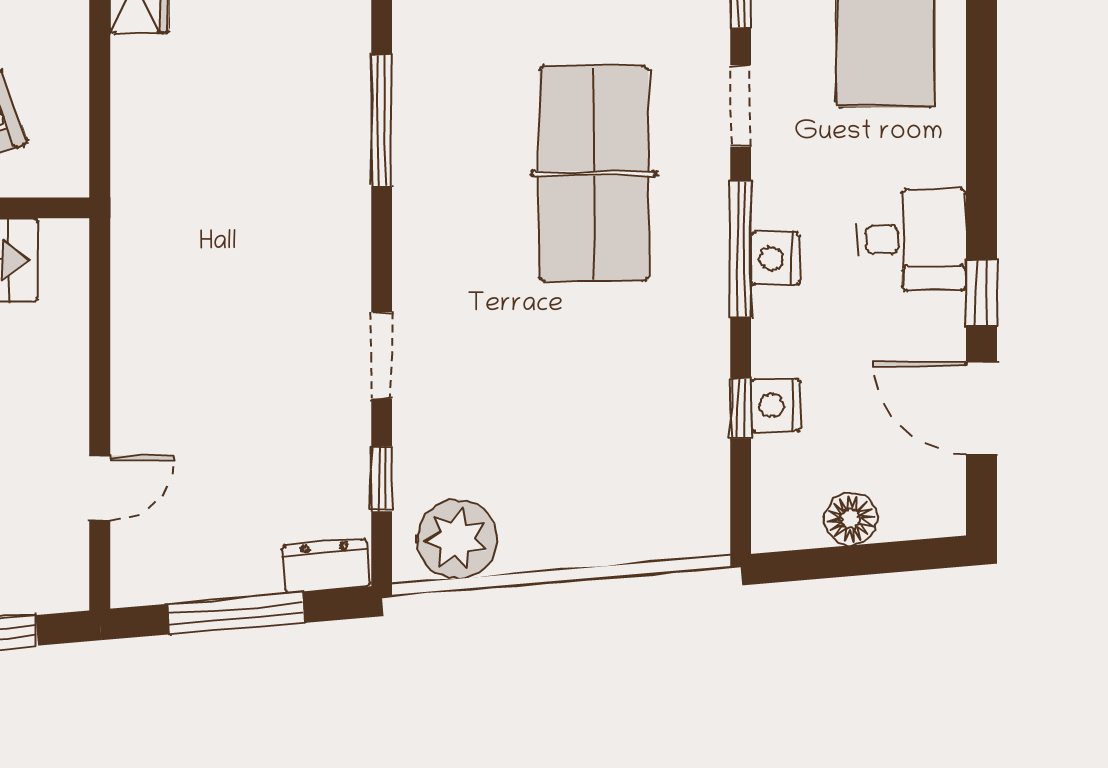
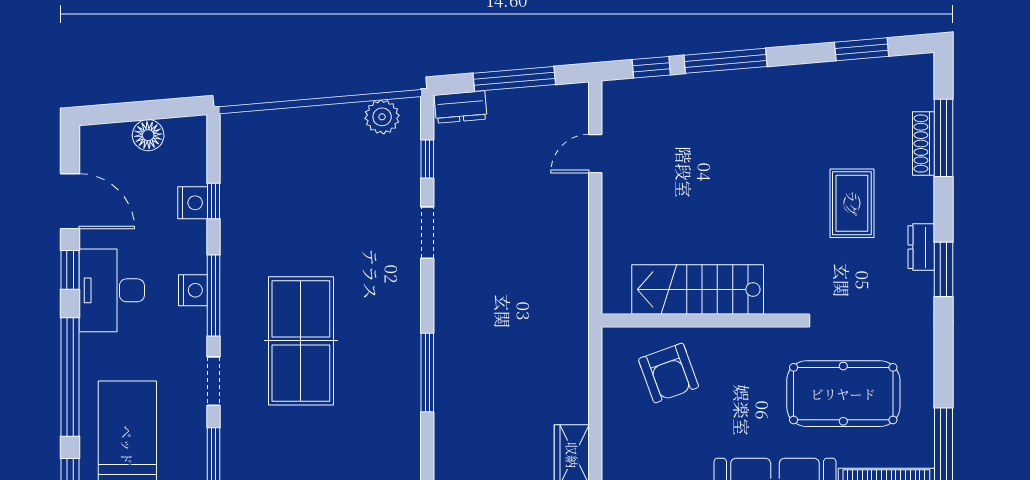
window: (982, 113) -> (70, 377), added
desk: (912, 240) -> (112, 290), width x1.37
plant: (457, 539) -> (382, 117), width x0.73, depth x0.73

